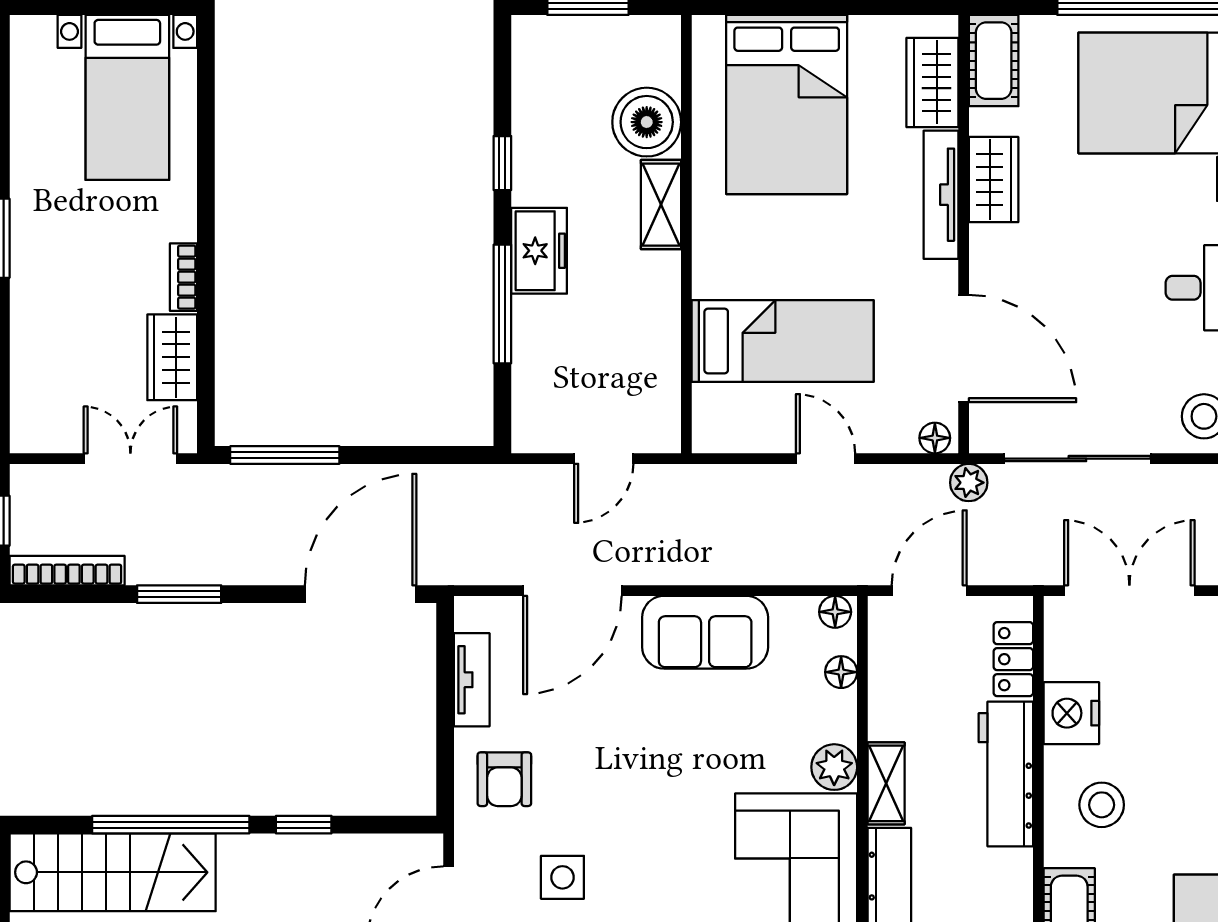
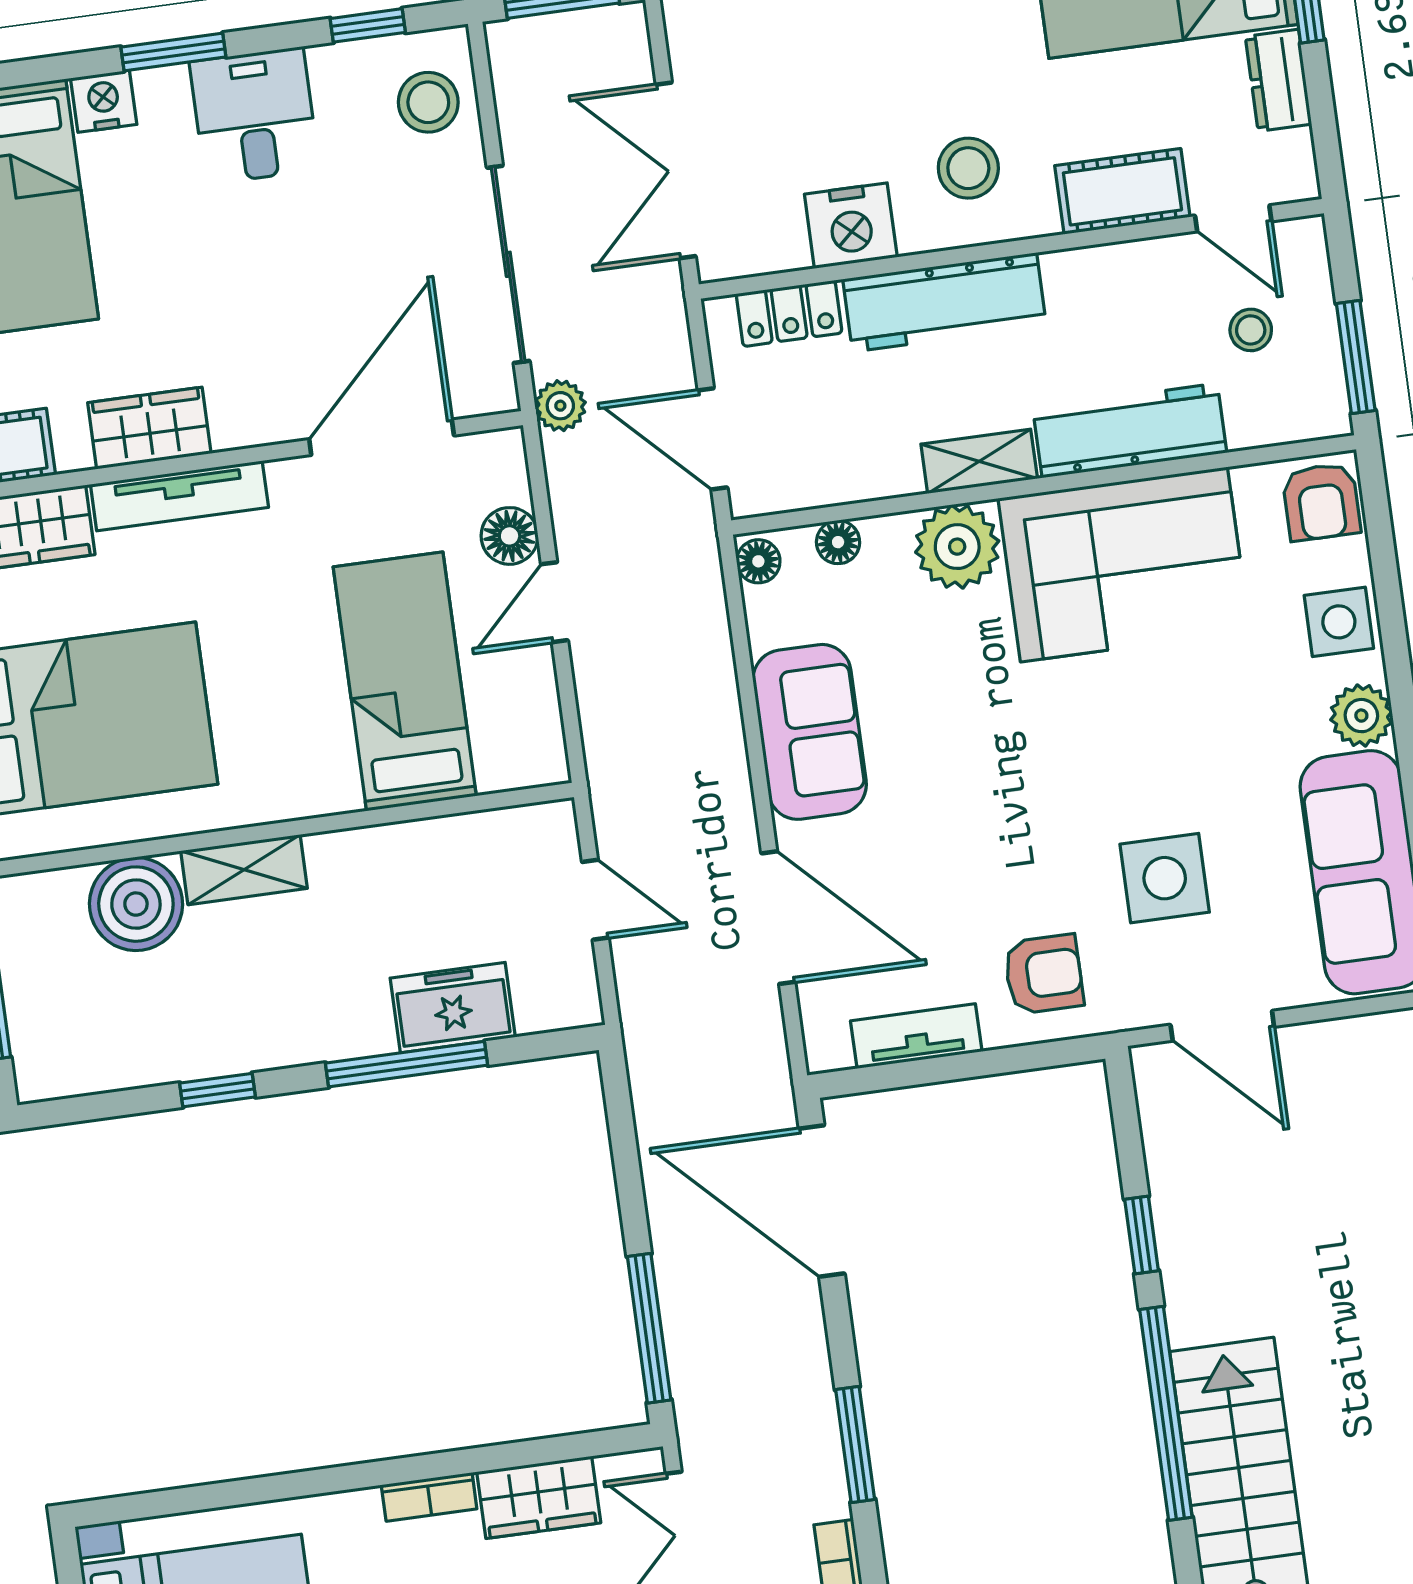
freezer: (539, 251) -> (453, 1008), moved
floor lamp: (935, 438) -> (510, 536), moved, width x1.37, depth x1.37
plant: (834, 767) -> (957, 547), width x1.36, depth x1.36
side table: (562, 877) -> (1165, 878), width x1.37, depth x1.37

